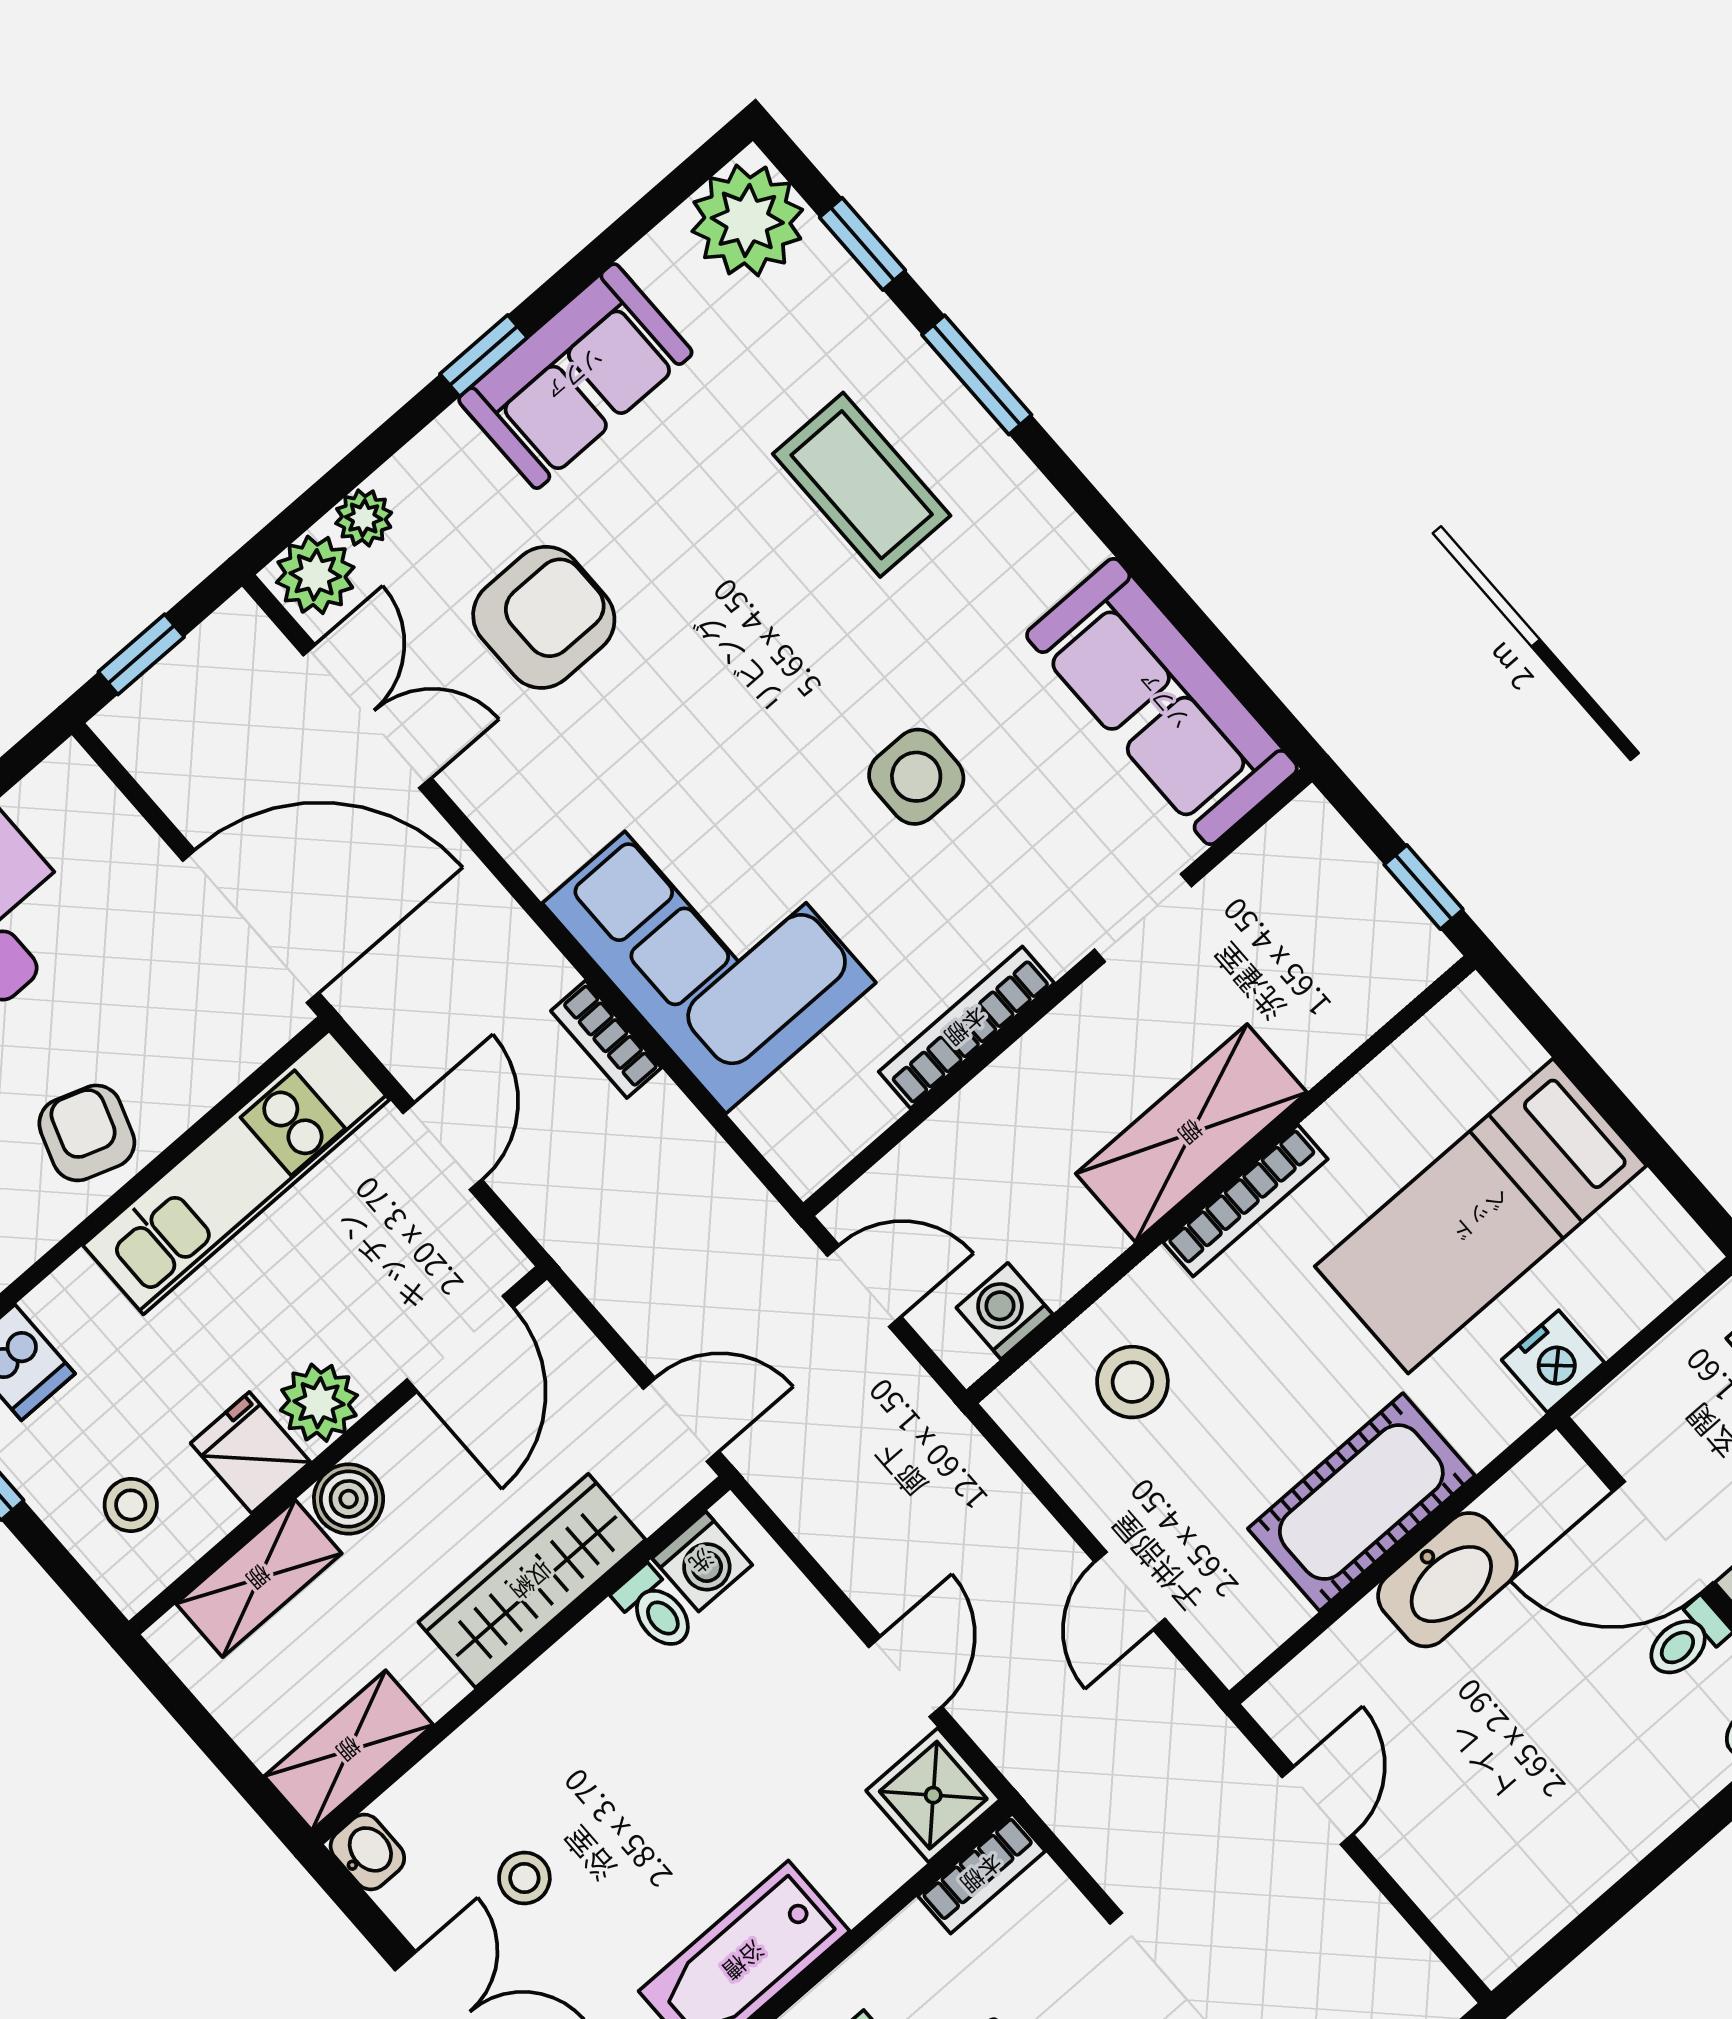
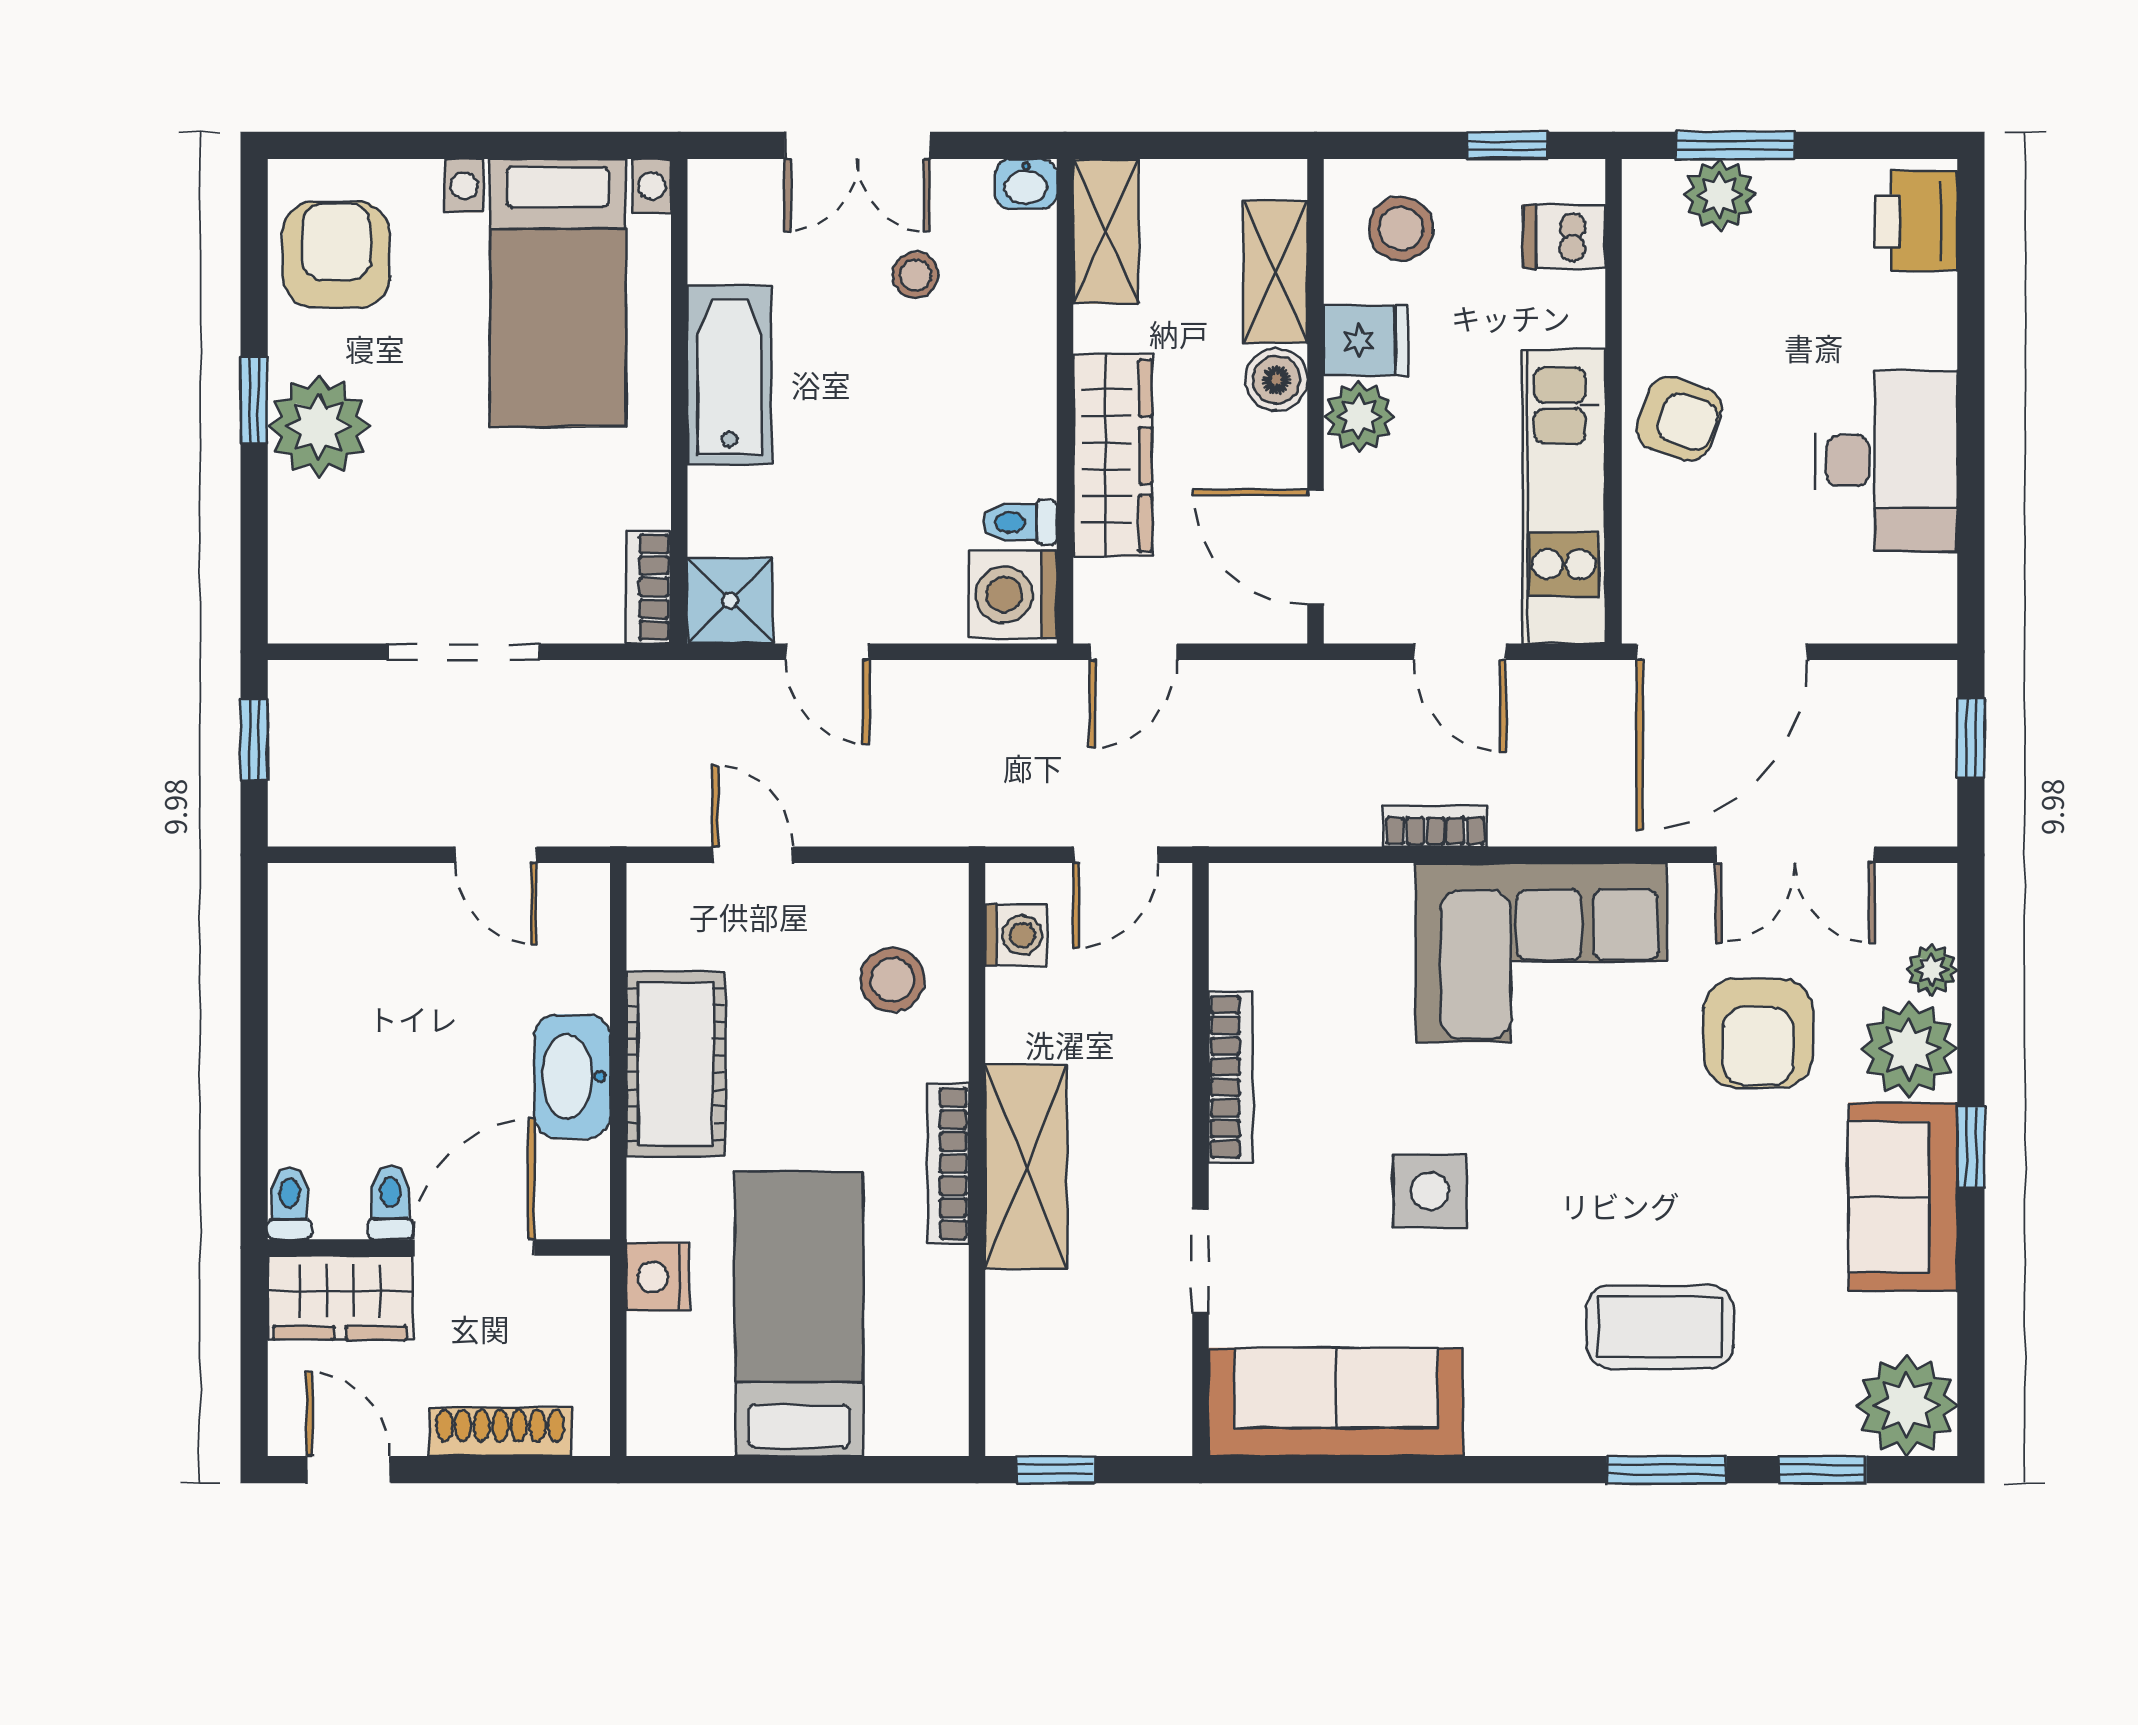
plant: (315, 575) -> (1909, 1049), moved, width x1.36, depth x1.36
corner sofa: (709, 943) -> (1541, 953), moved
stool: (131, 1505) -> (1401, 229), width x1.37, depth x1.37
washing machine: (702, 1562) -> (1013, 594), width x1.38, depth x1.38

